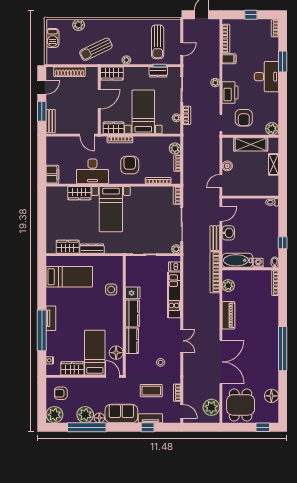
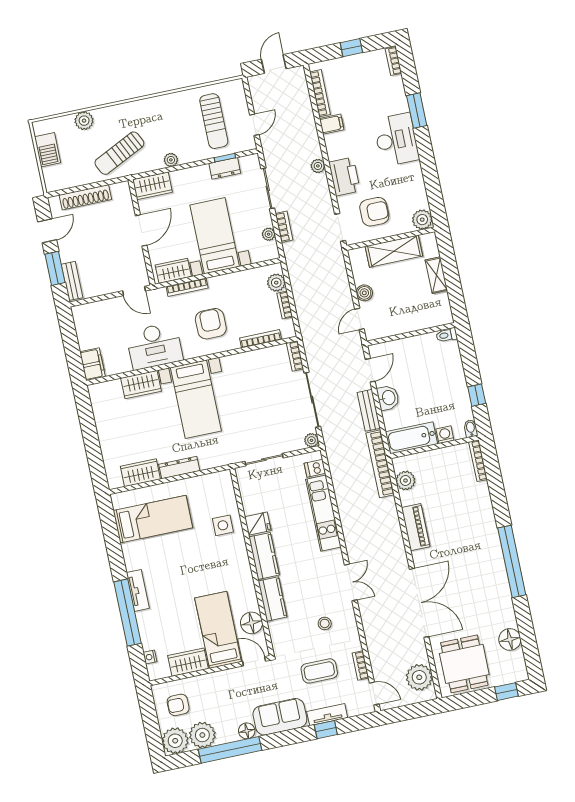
armchair: (244, 118) -> (374, 212), turned -90
plant: (85, 415) -> (202, 735), moved

